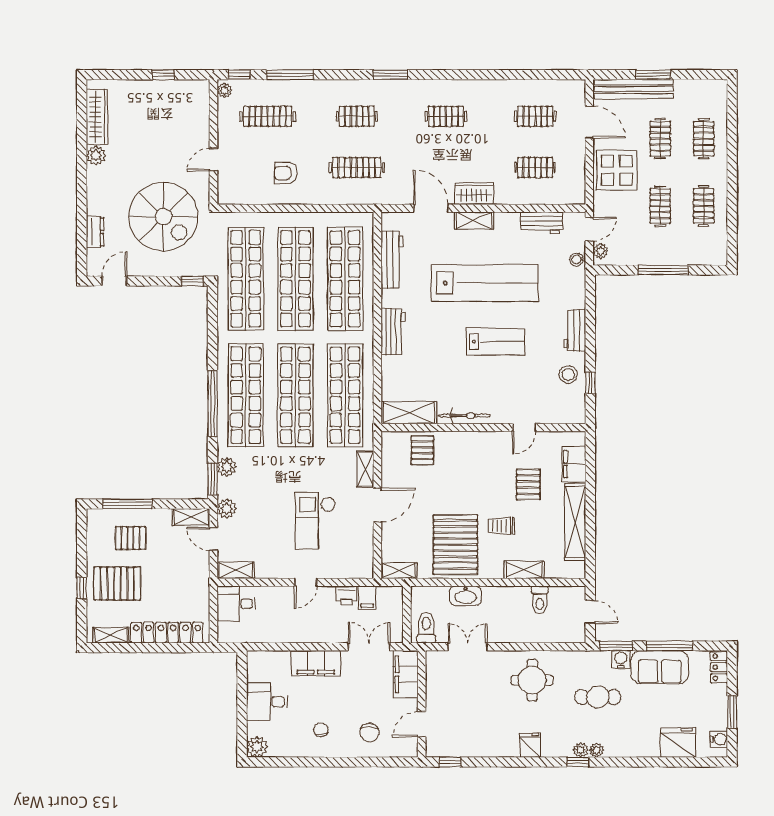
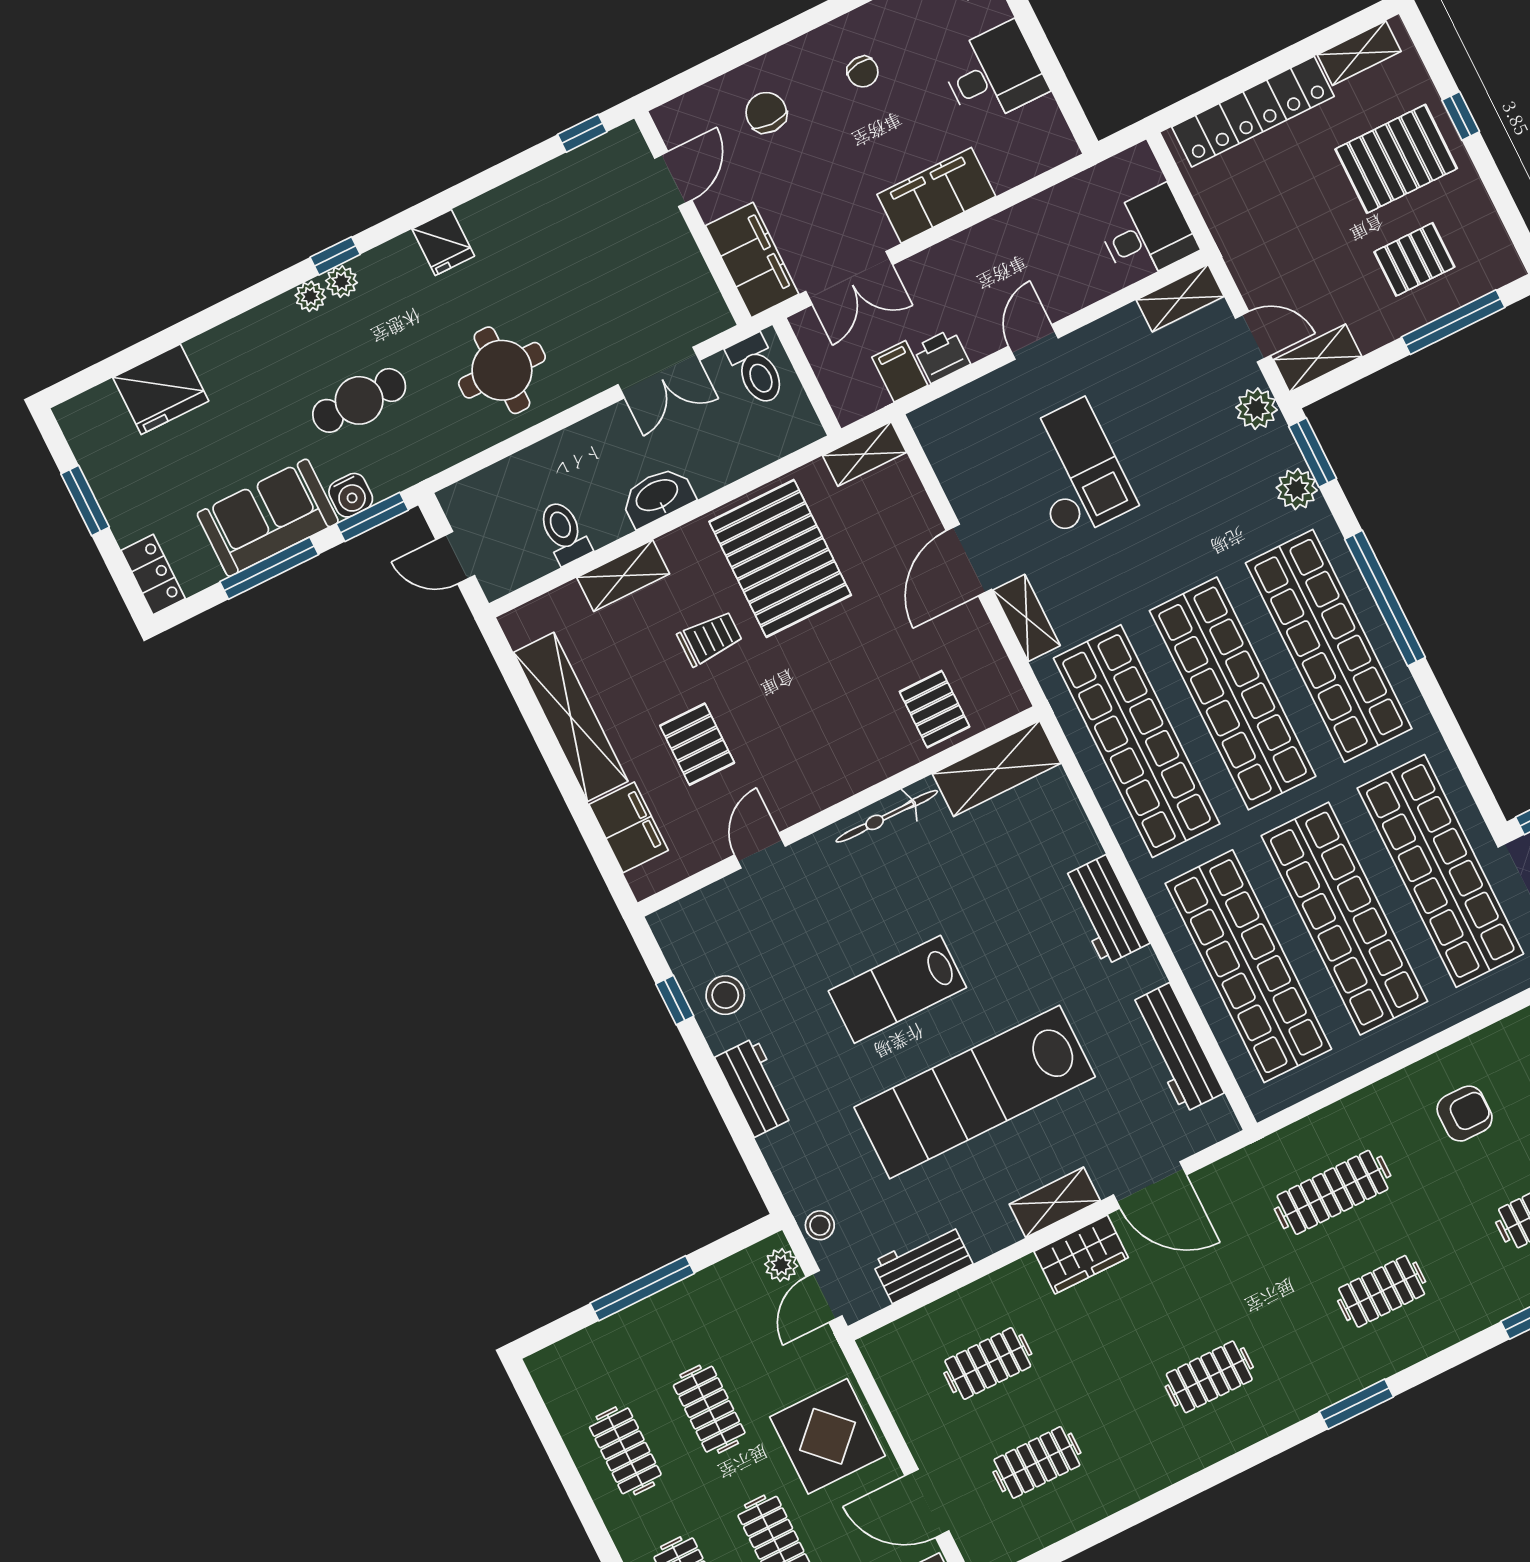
washbasin: (465, 596) -> (657, 496), moved
water cooler: (719, 739) -> (84, 435), removed

